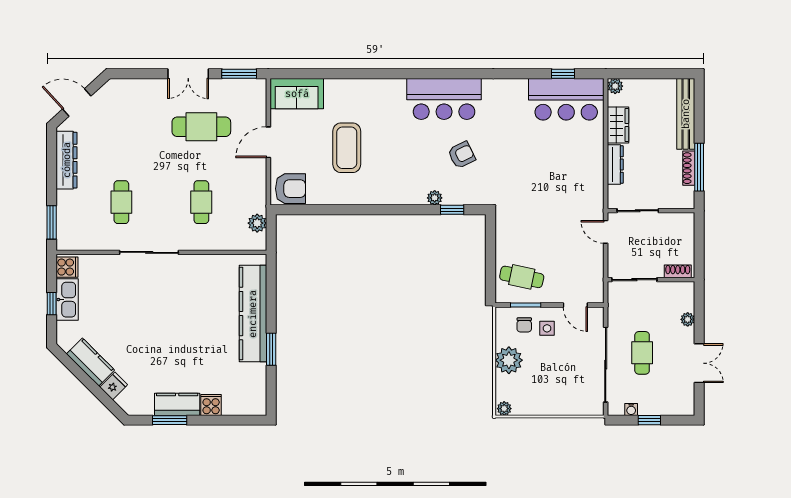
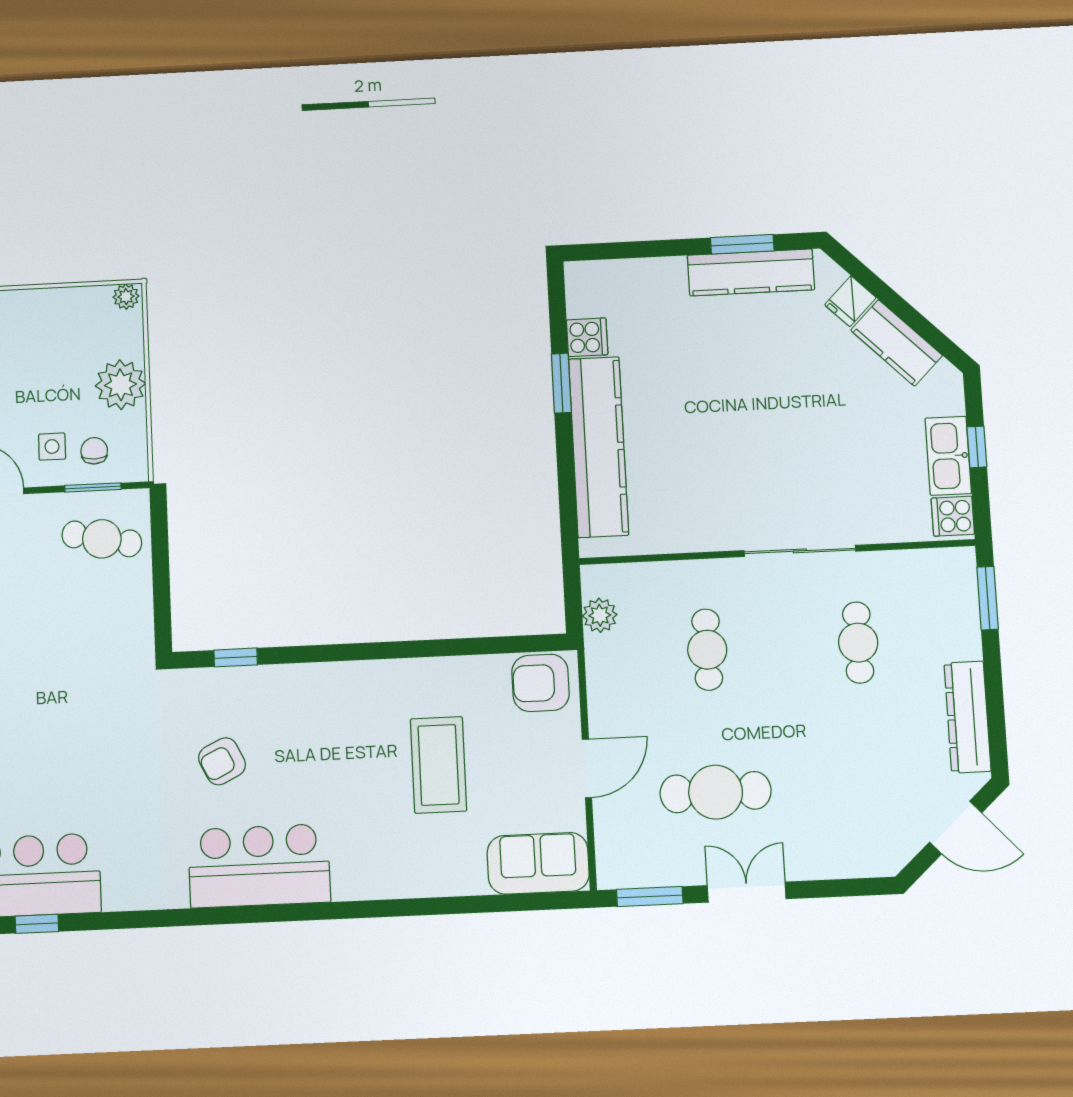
plant: (435, 198) -> (269, 678), removed
kitchen counter: (177, 404) -> (751, 272), width x1.50
cooker: (211, 405) -> (587, 337), moved, turned -90

